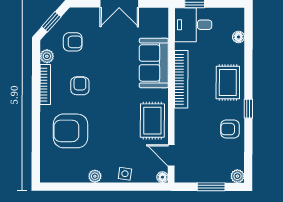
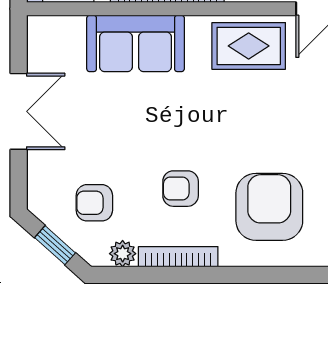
armchair: (73, 42) -> (94, 203), turned -90
armchair: (70, 131) -> (269, 207), turned 180

